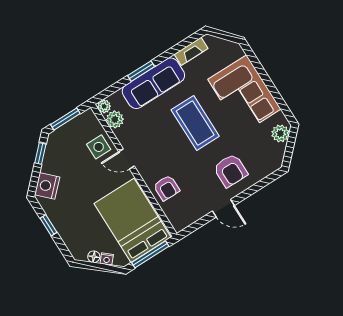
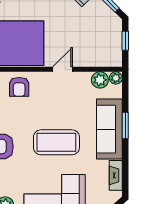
window: (65, 119) -> (125, 41), width x0.67
side table: (99, 147) -> (86, 53), removed
armchair: (167, 188) -> (19, 87), turned -90

